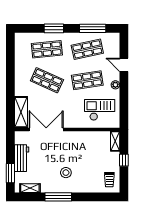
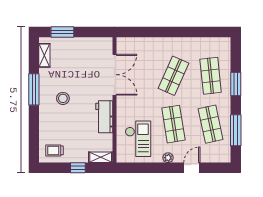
shelving: (21, 112) -> (135, 45), removed
workbench: (22, 158) -> (104, 117), moved, turned 90

